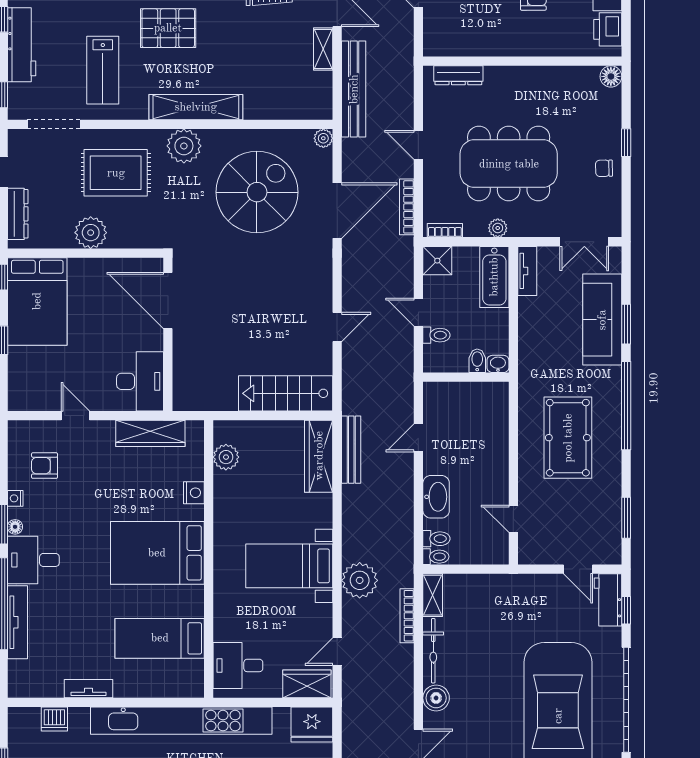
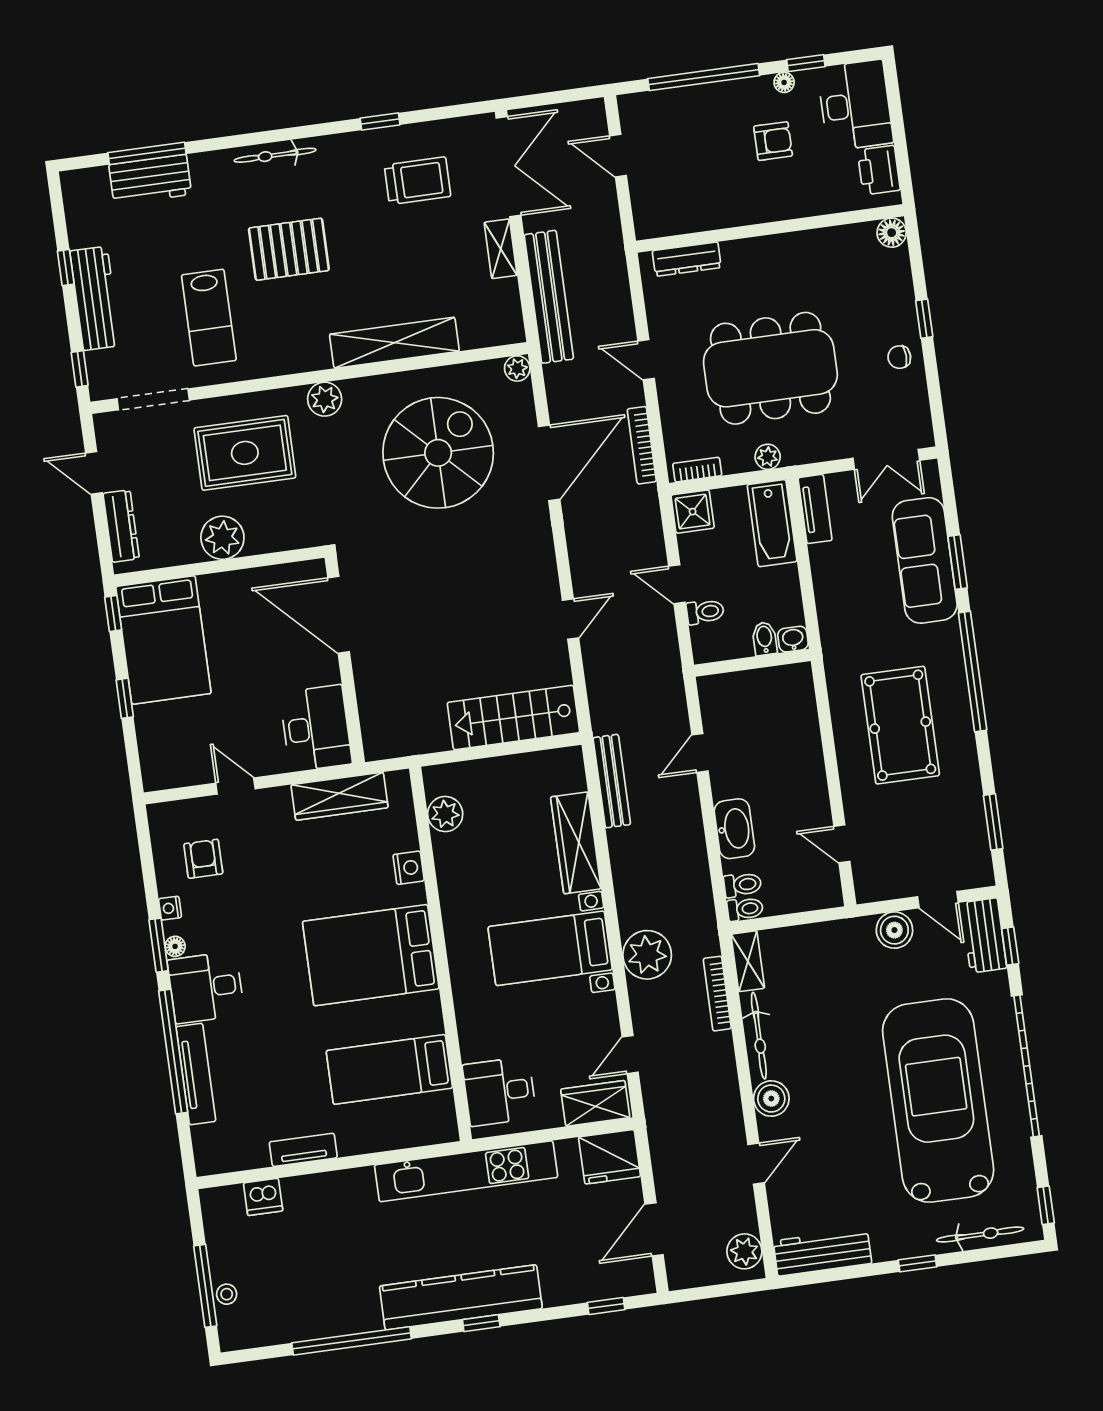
shelving: (196, 107) -> (394, 343), moved
plant: (184, 146) -> (325, 399), width x0.73, depth x0.73
wardrobe: (319, 456) -> (576, 843), moved
armchair: (45, 466) -> (203, 859), turned 90
boiler: (543, 587) -> (894, 930), added
kitchen unit: (181, 721) -> (466, 1171), width x0.73

